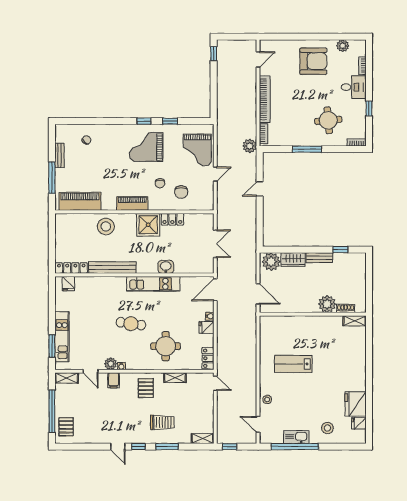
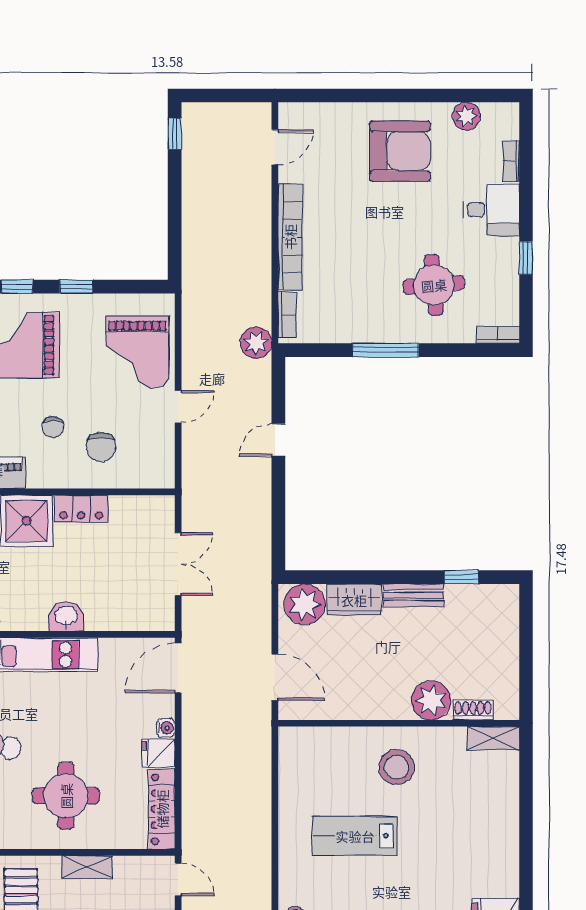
stool: (312, 334) -> (397, 767), added
locker: (208, 358) -> (162, 809), width x1.53

